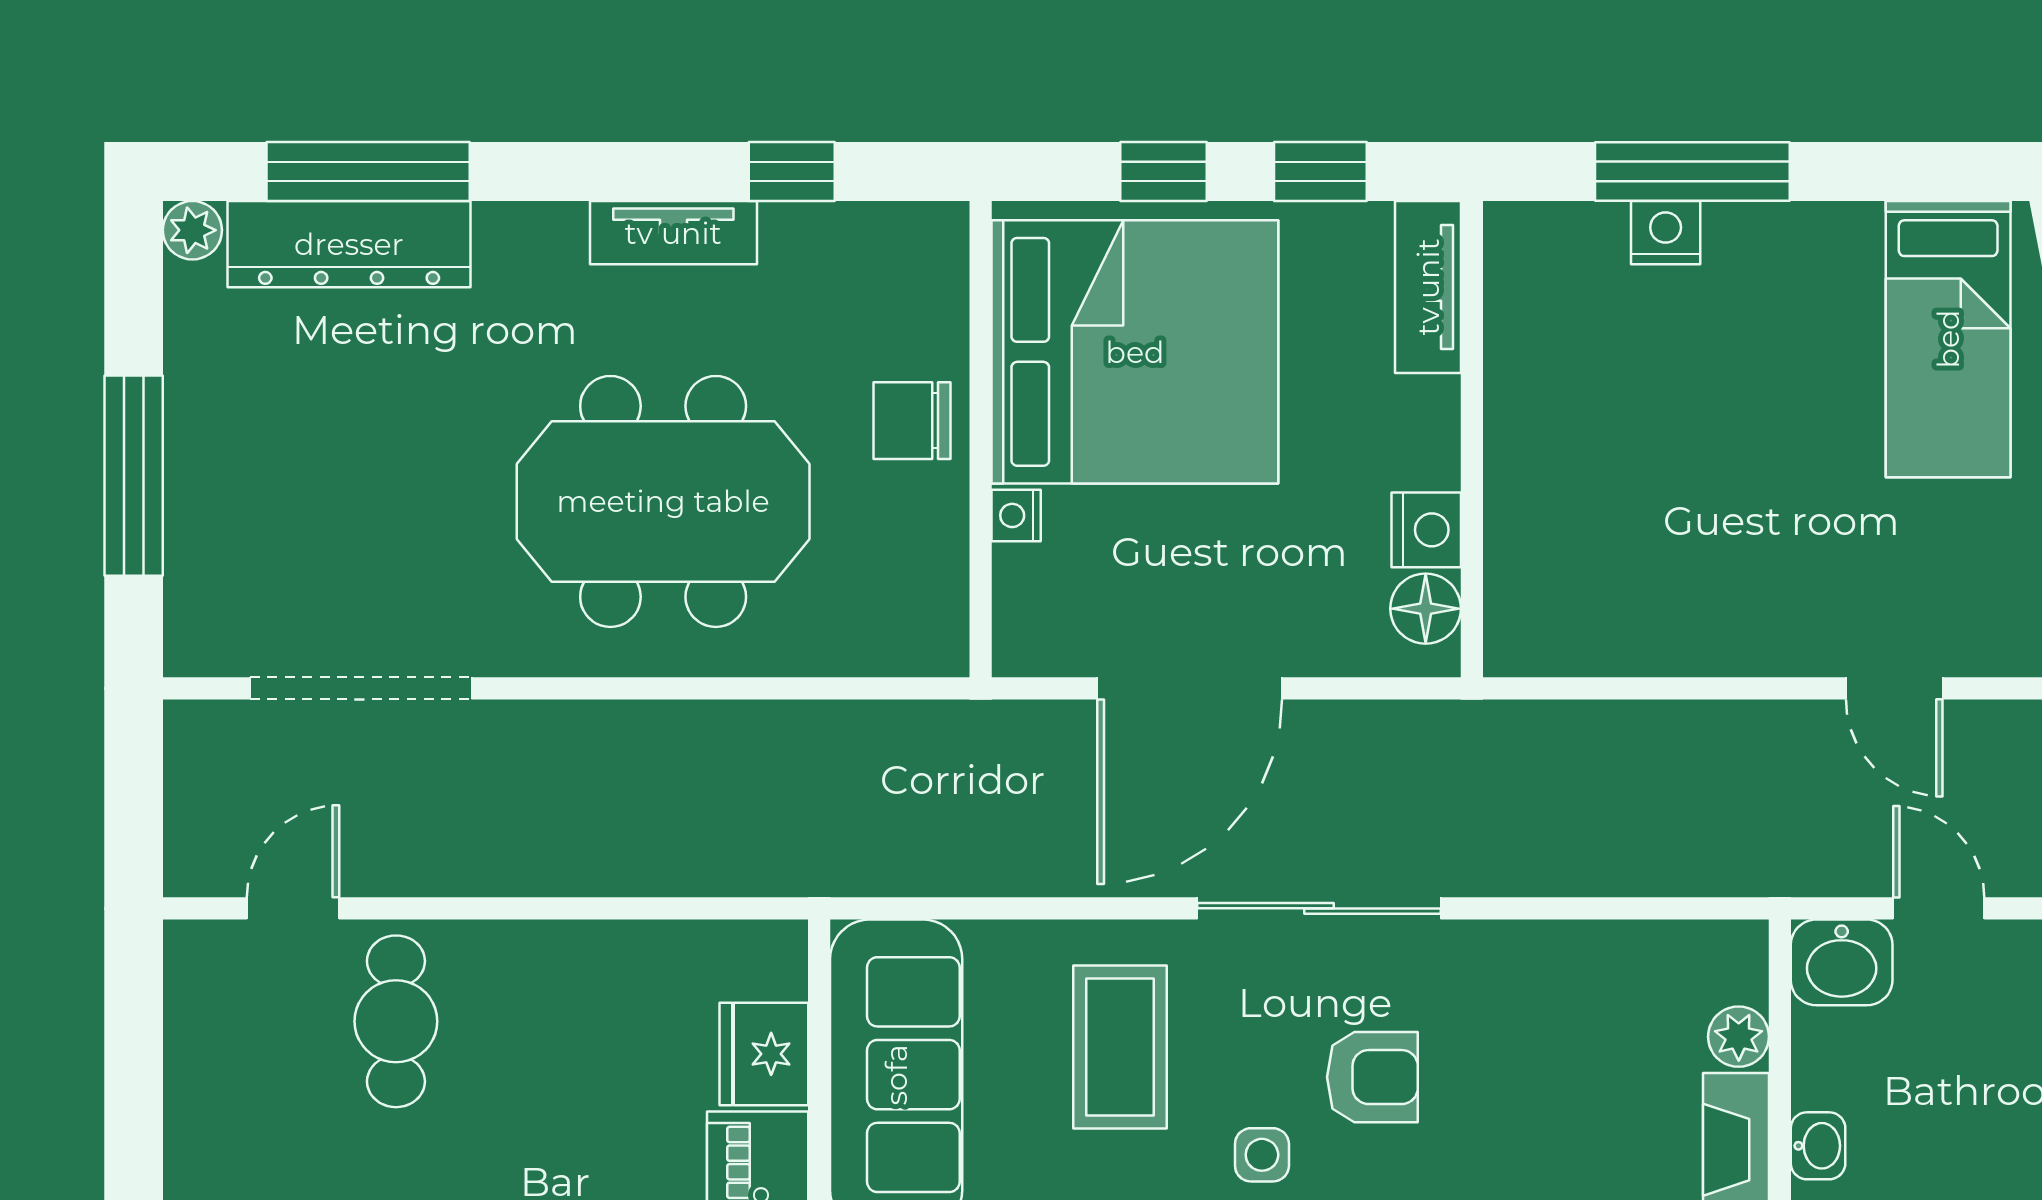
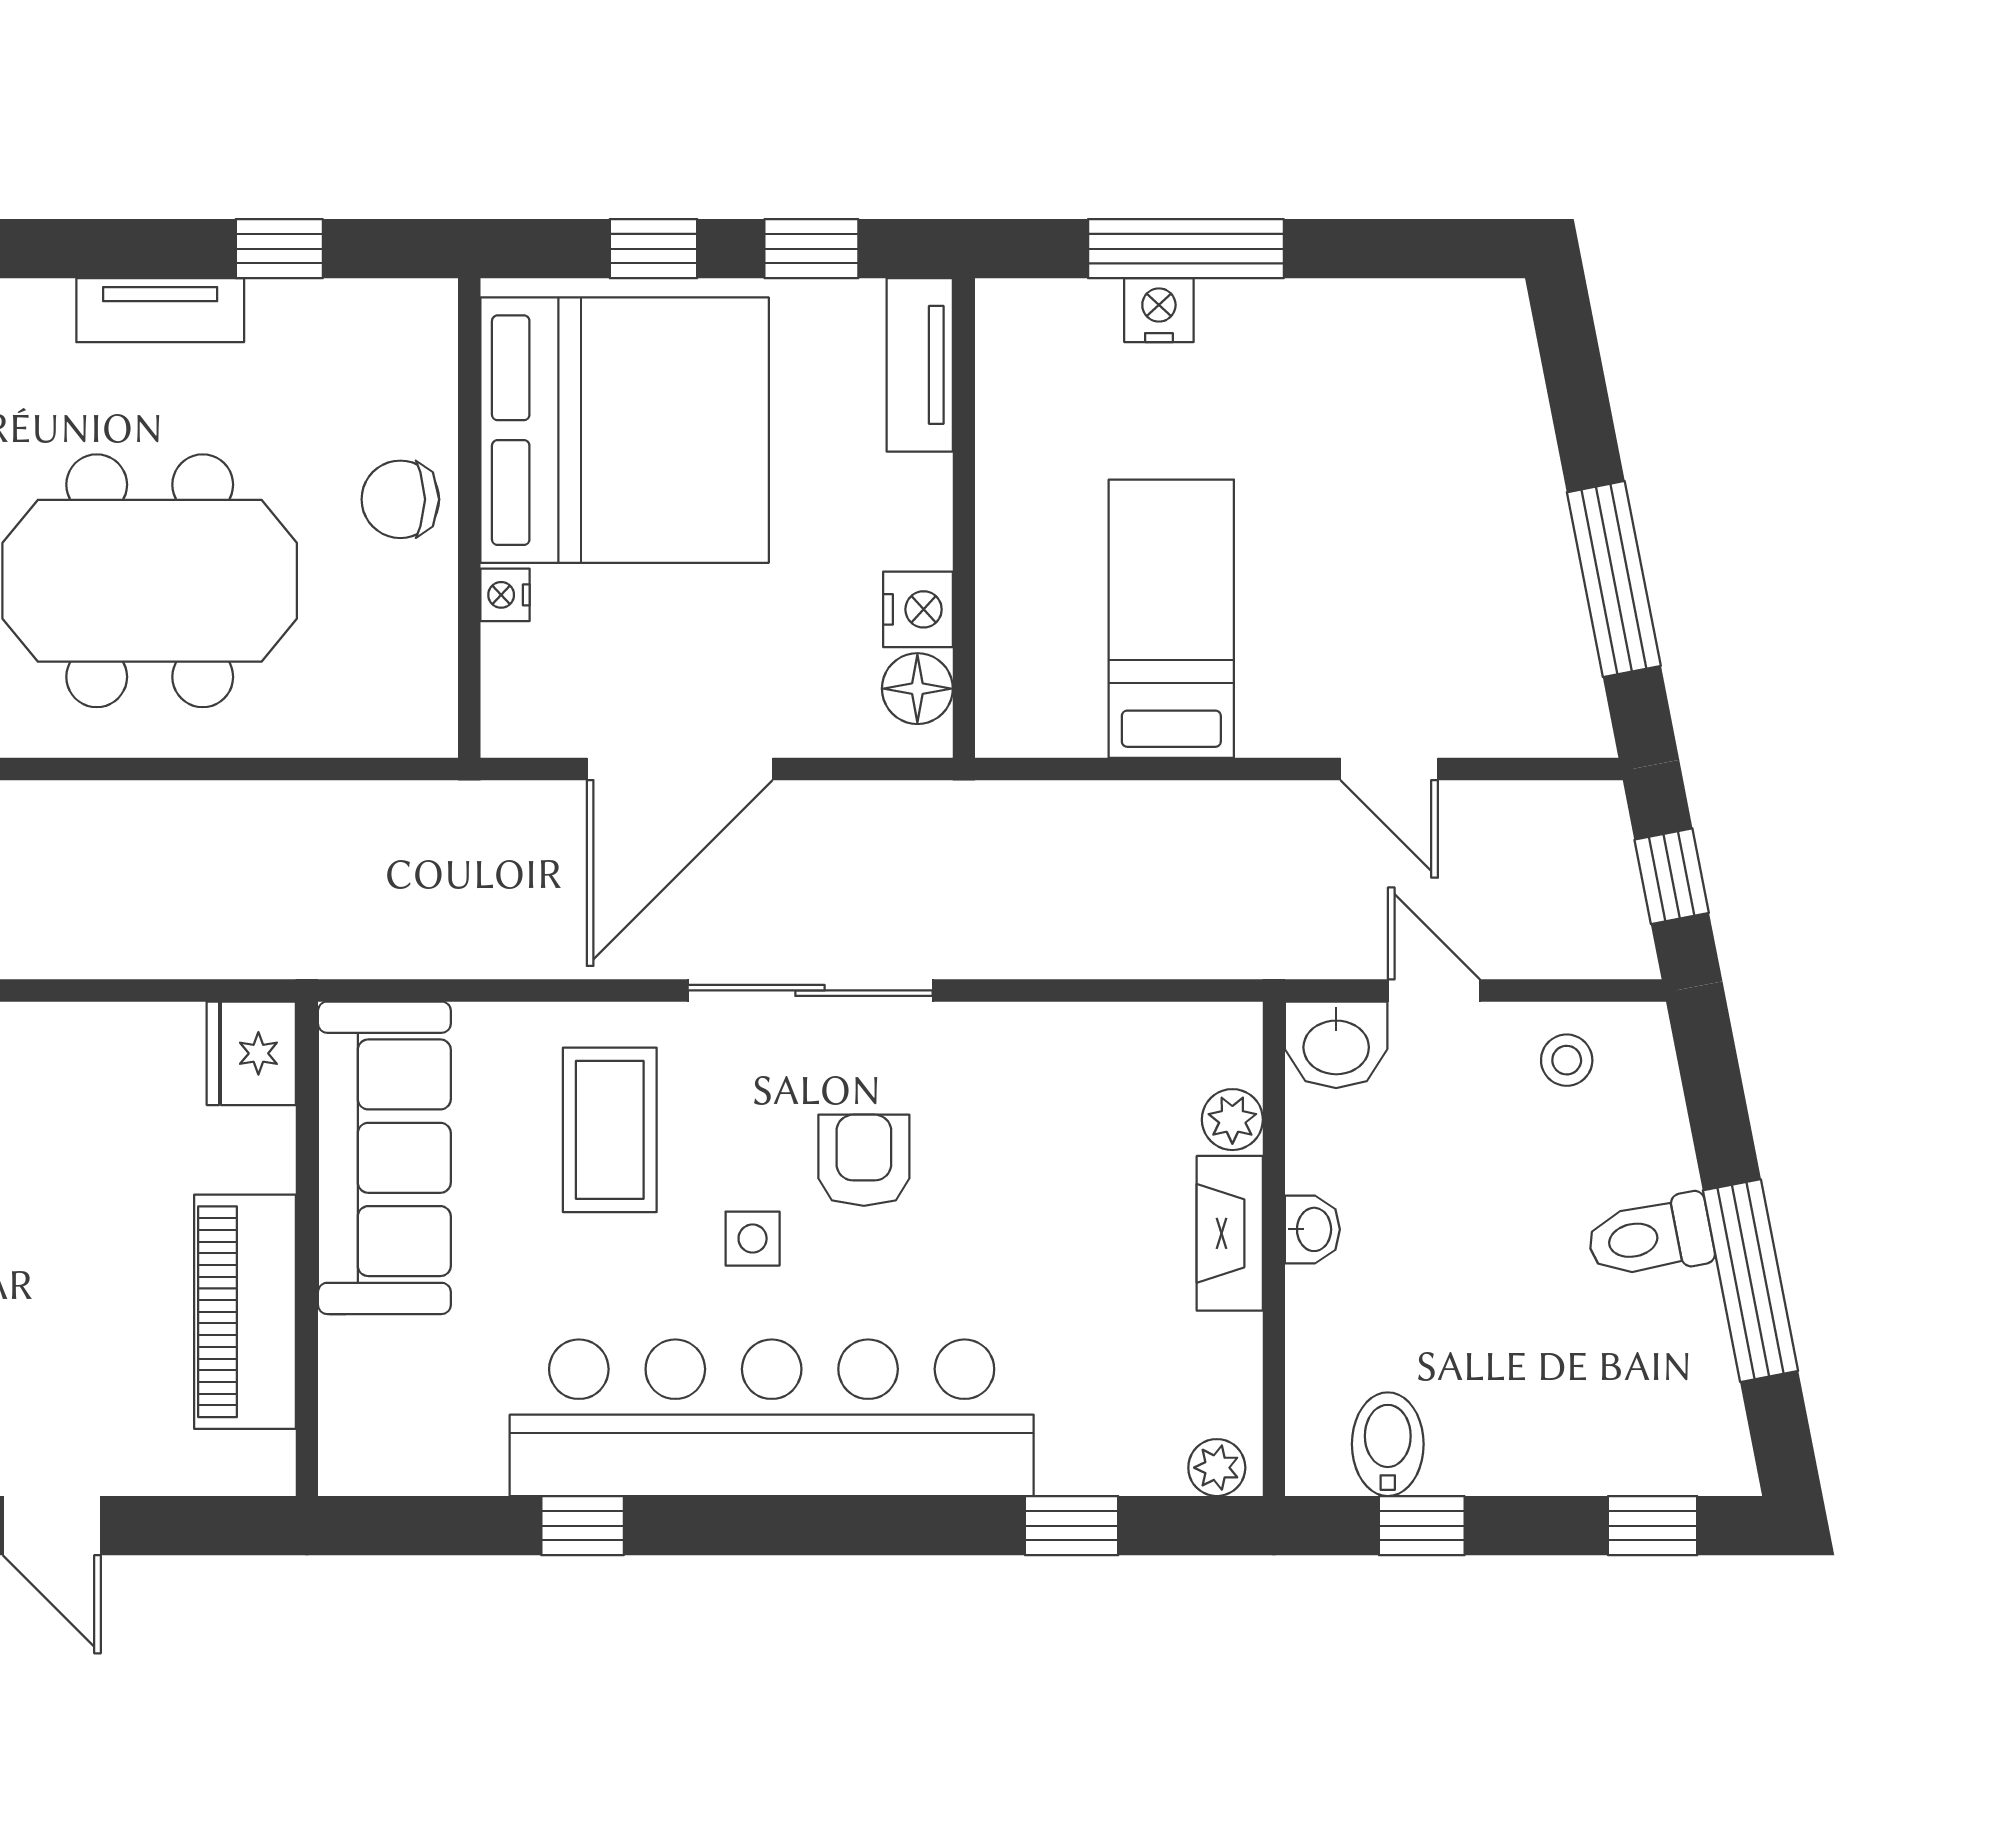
bed: (1948, 339) -> (1171, 619), moved, turned 180
fridge: (764, 1054) -> (251, 1053), moved
armchair: (1372, 1077) -> (864, 1160), turned -90

